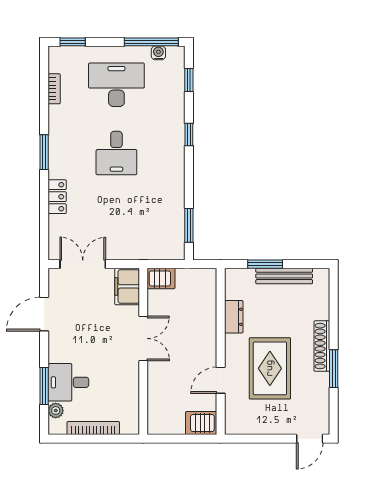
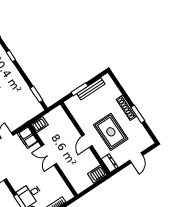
dresser: (234, 317) -> (110, 163), moved
double door: (143, 338) -> (49, 155), swing flipped
door: (221, 380) -> (87, 141), moved
door: (310, 439) -> (136, 158), moved

